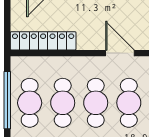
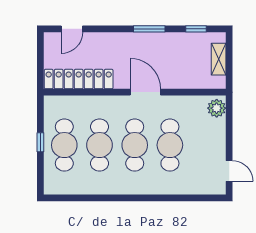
door: (120, 53) -> (145, 92), moved
window: (7, 100) -> (40, 142), width x0.32

